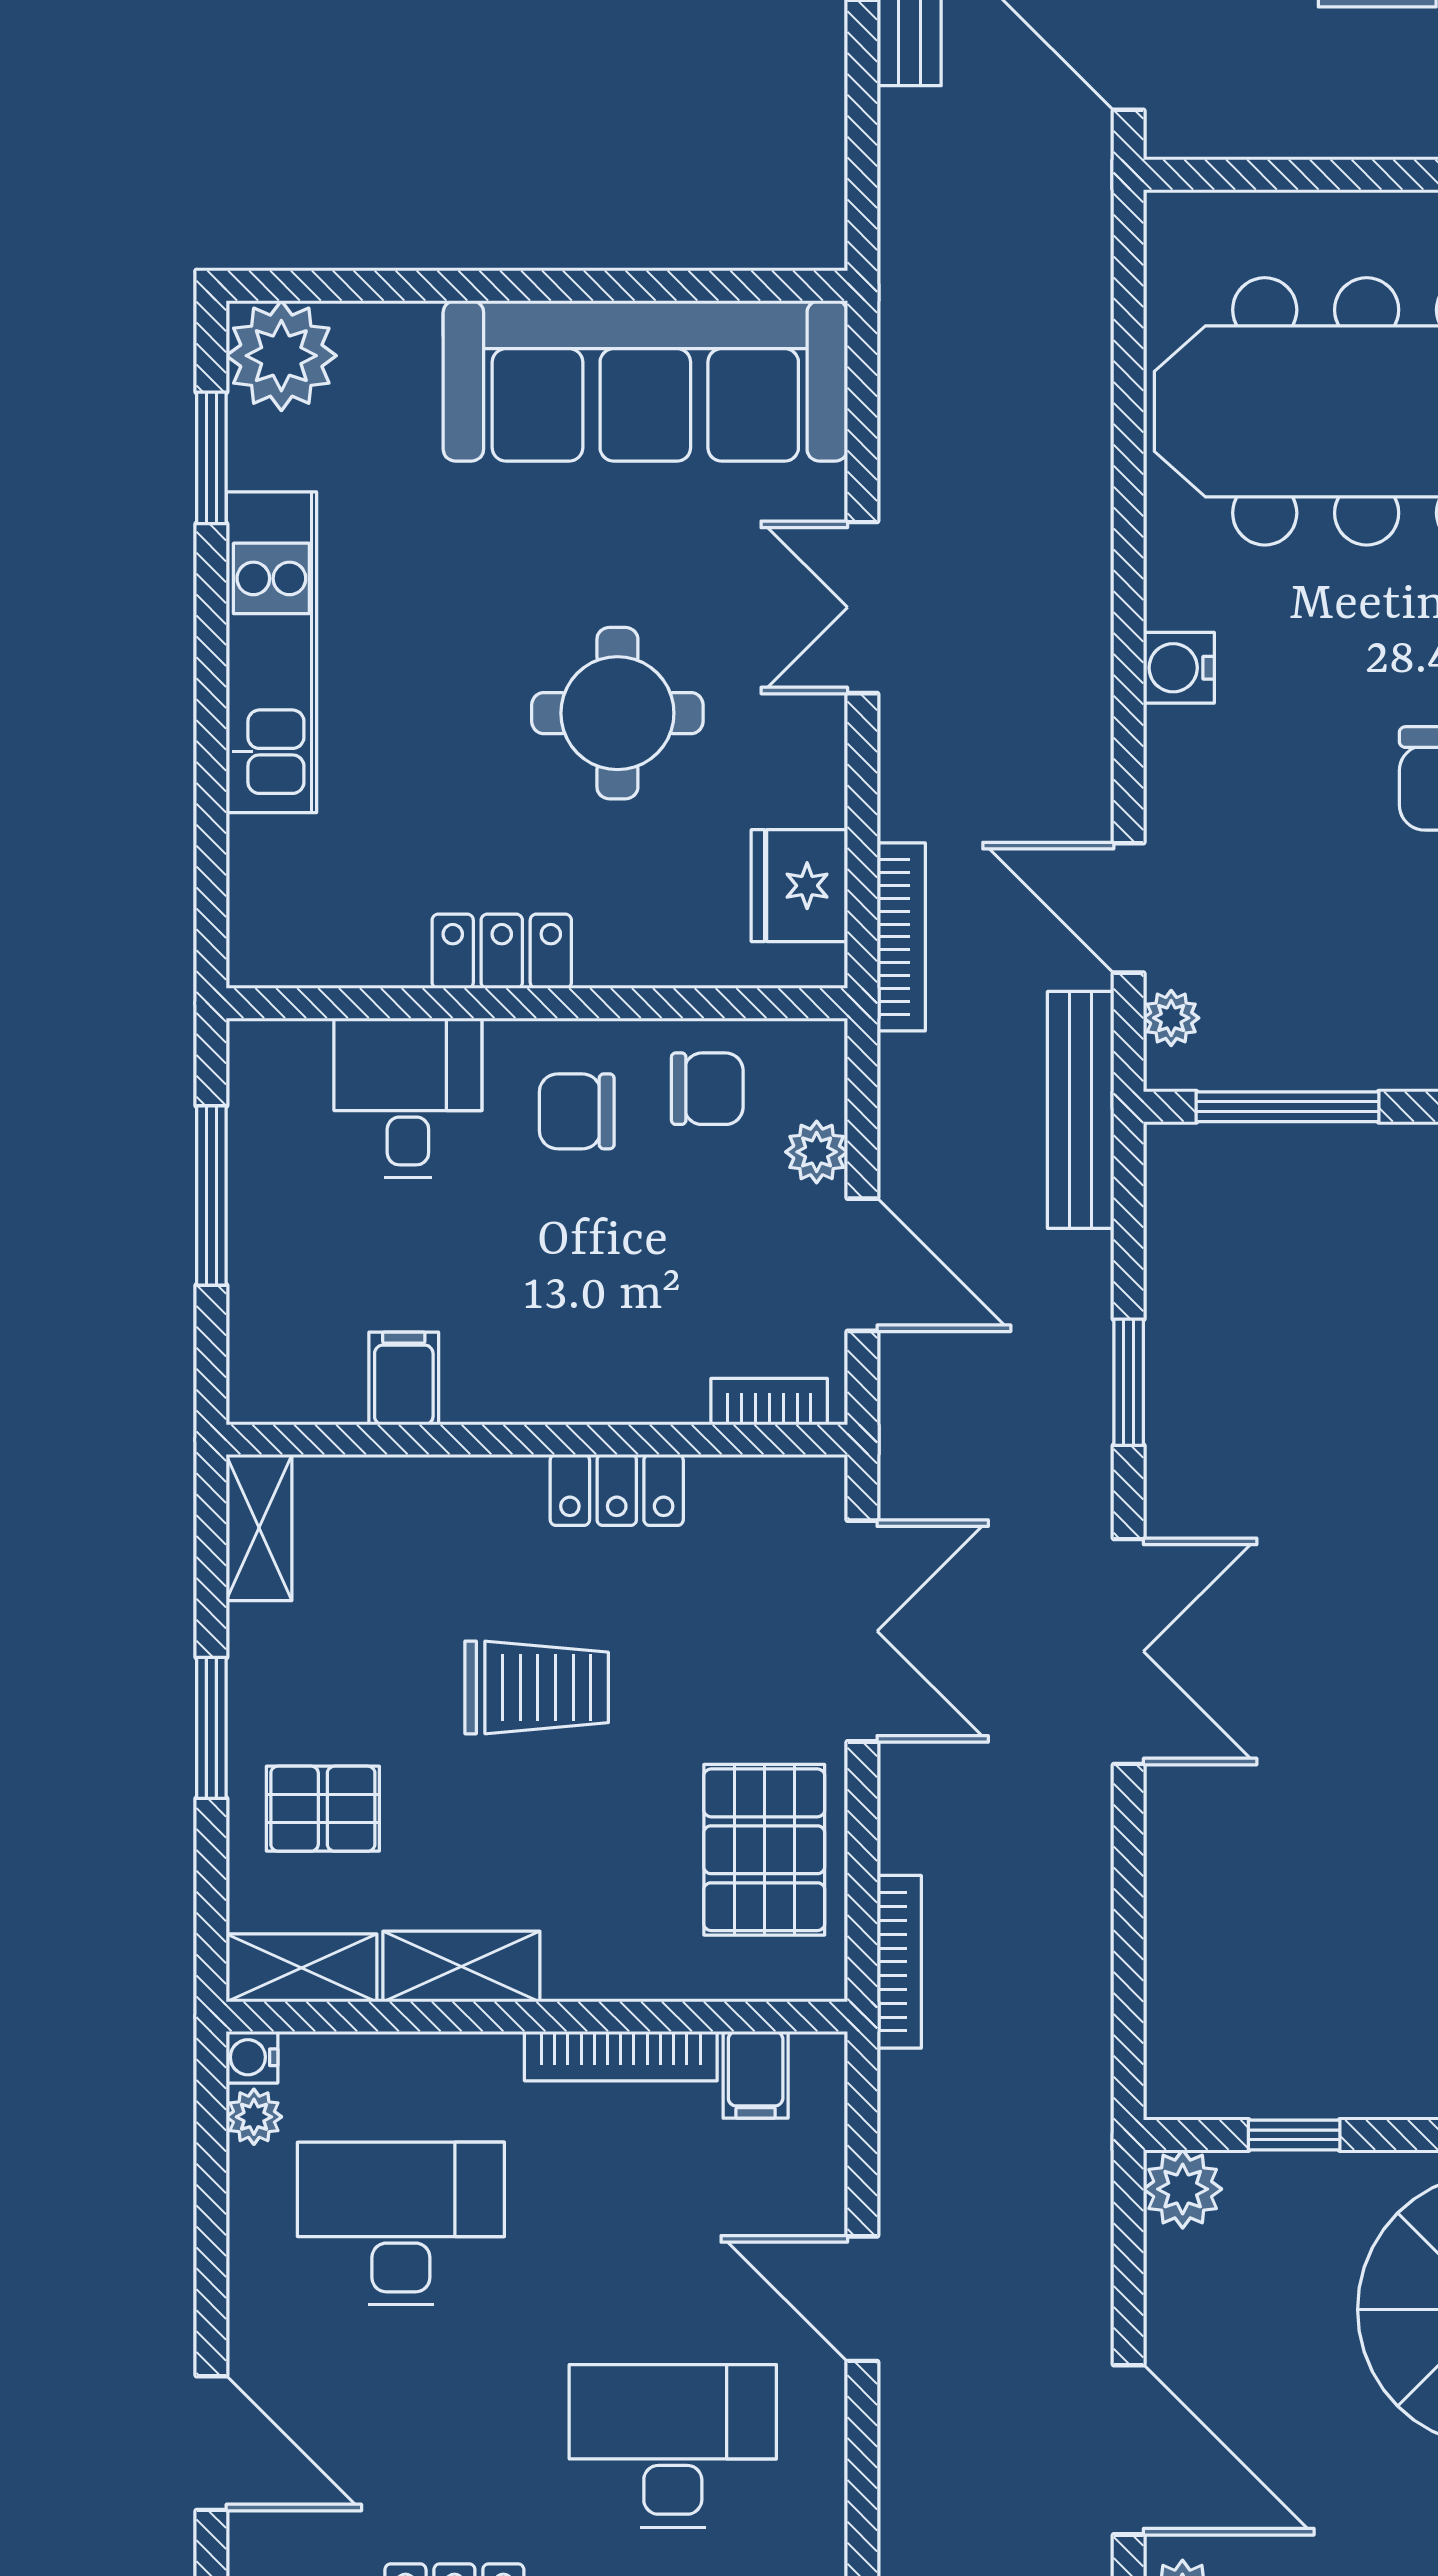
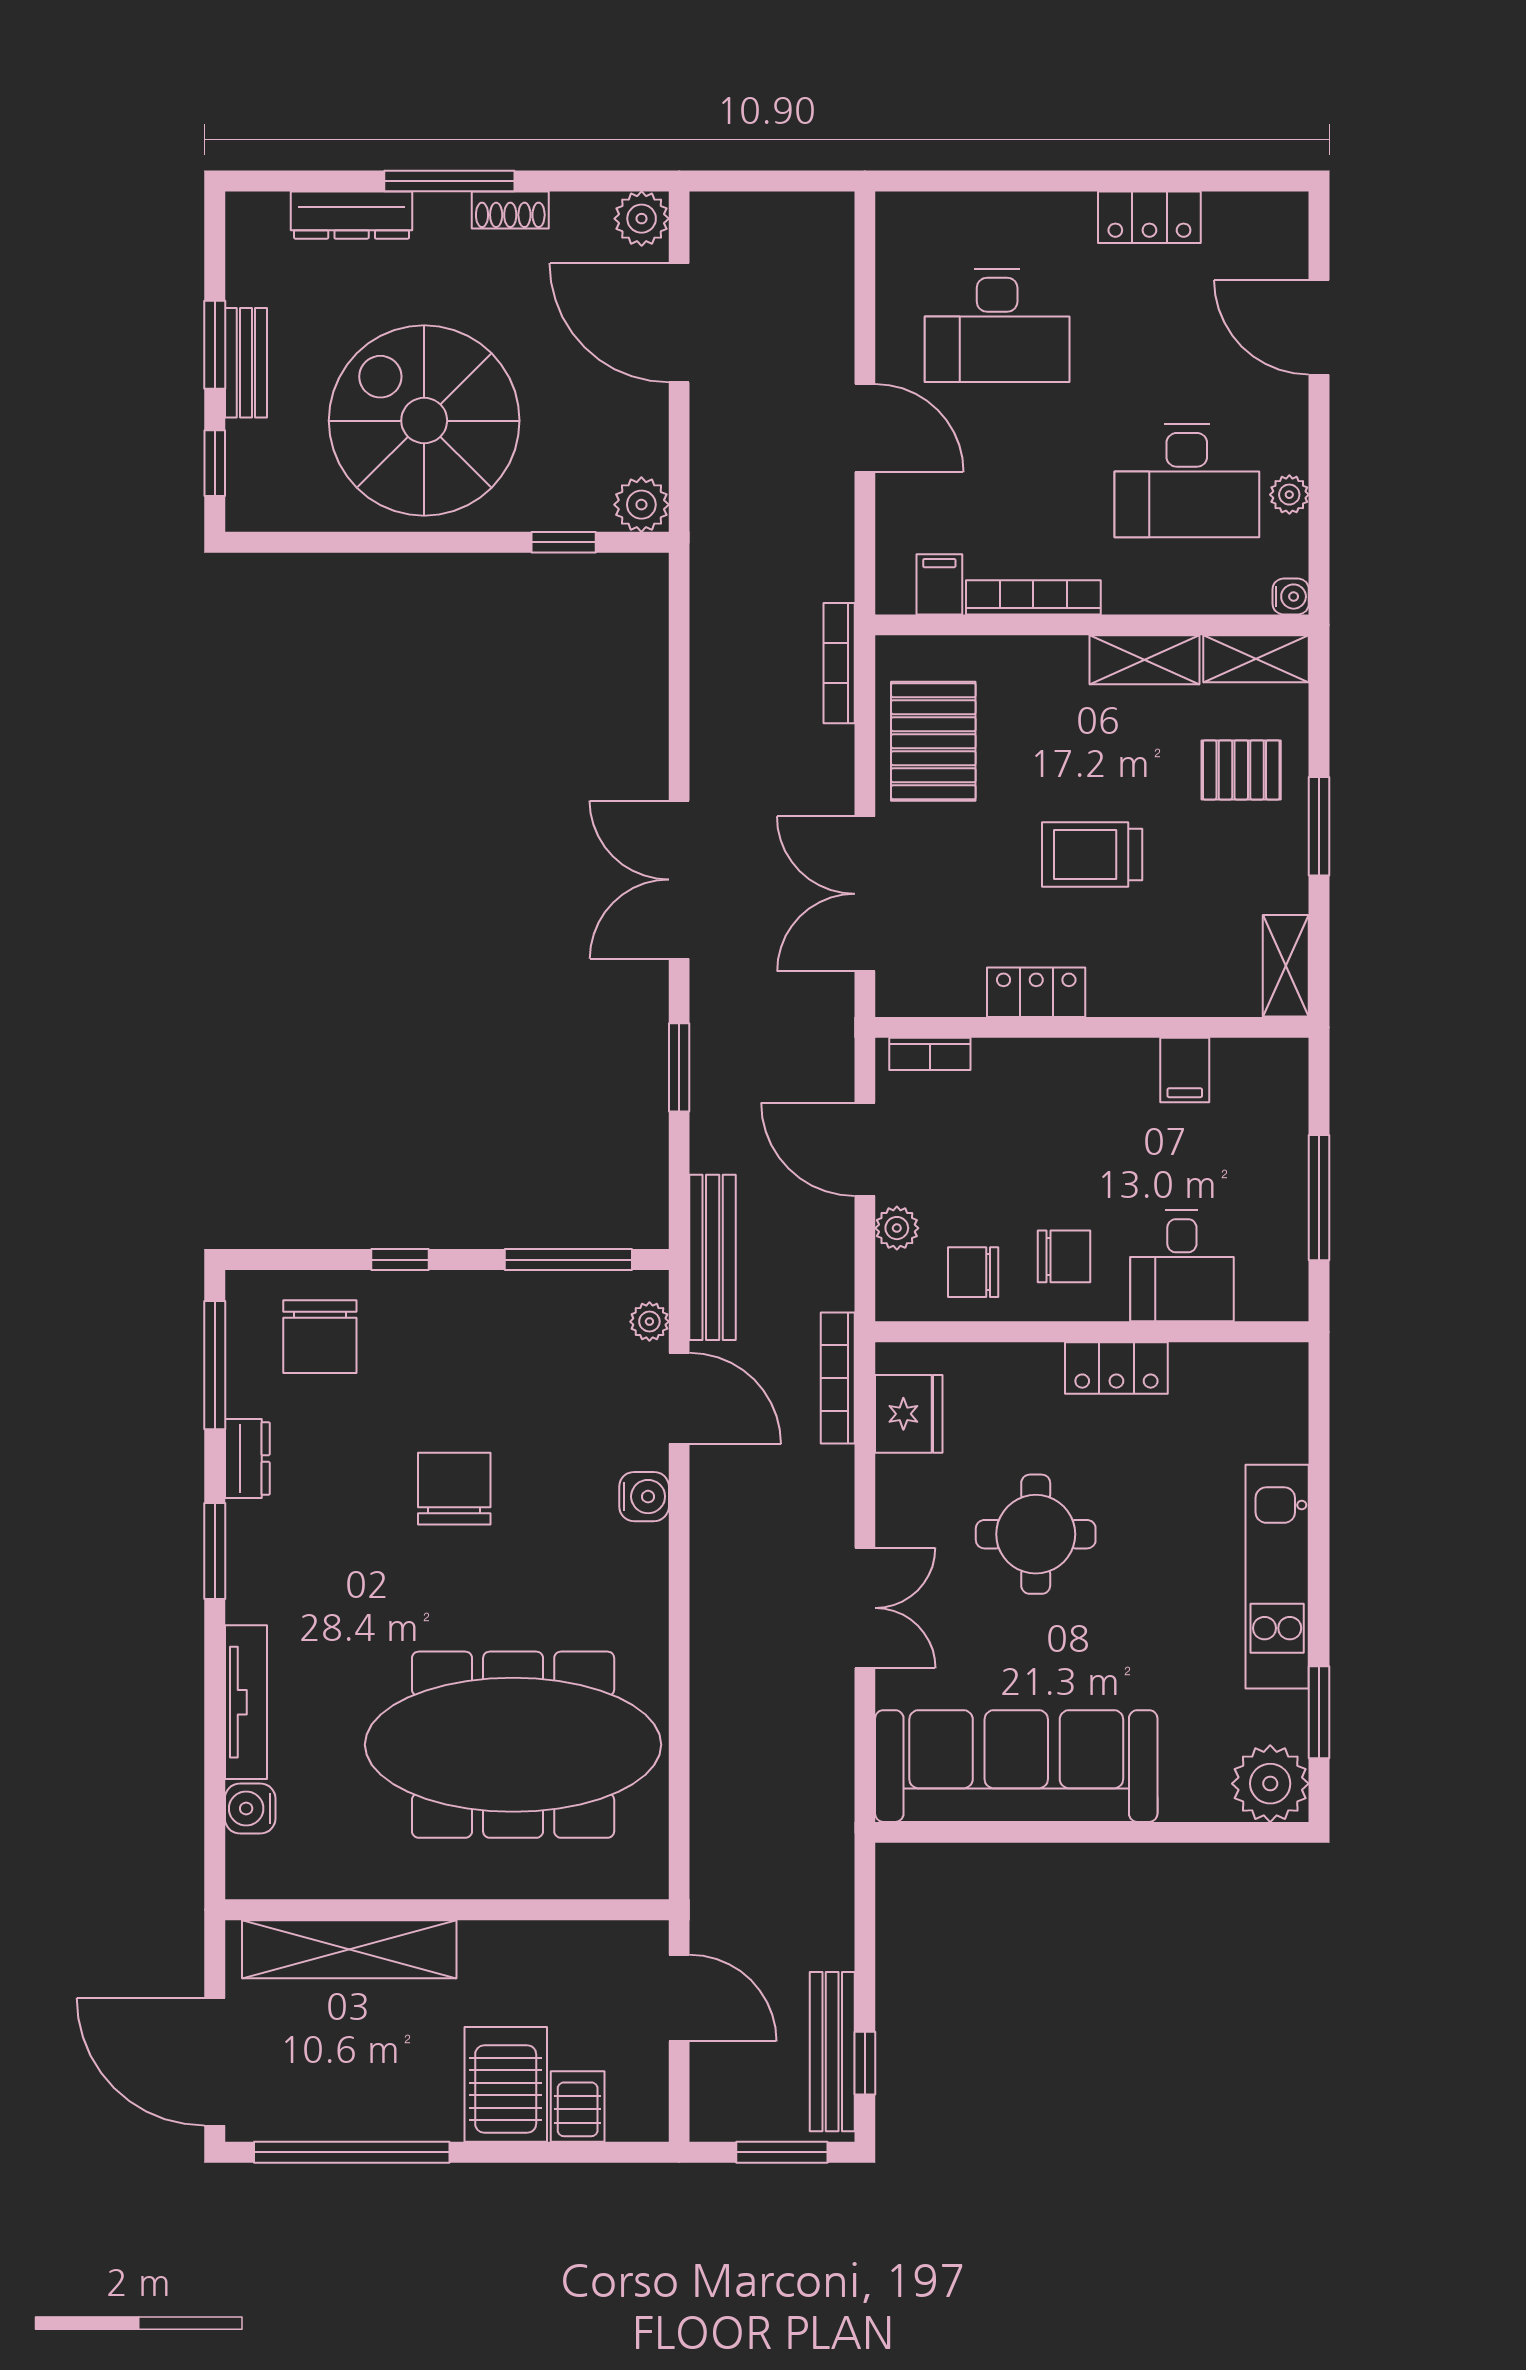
water cooler: (1179, 668) -> (644, 1497), moved
plant: (254, 2117) -> (1289, 495), moved

